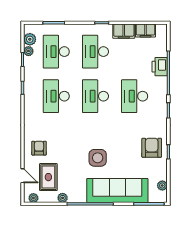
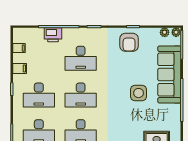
filing cabinet: (145, 30) -> (19, 48), width x0.50
filing cabinet: (124, 31) -> (20, 68), width x0.50
armchair: (152, 148) -> (129, 42), turned -90
plant: (63, 198) -> (176, 32), moved

